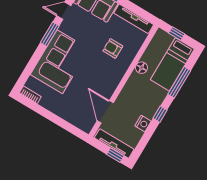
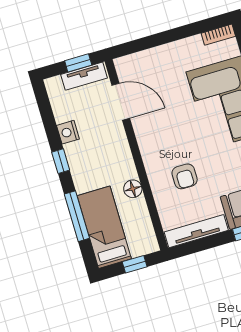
armchair: (113, 48) -> (185, 176), turned 90
tv unit: (114, 144) -> (84, 76), width x0.71
window: (115, 155) -> (78, 63), moved

